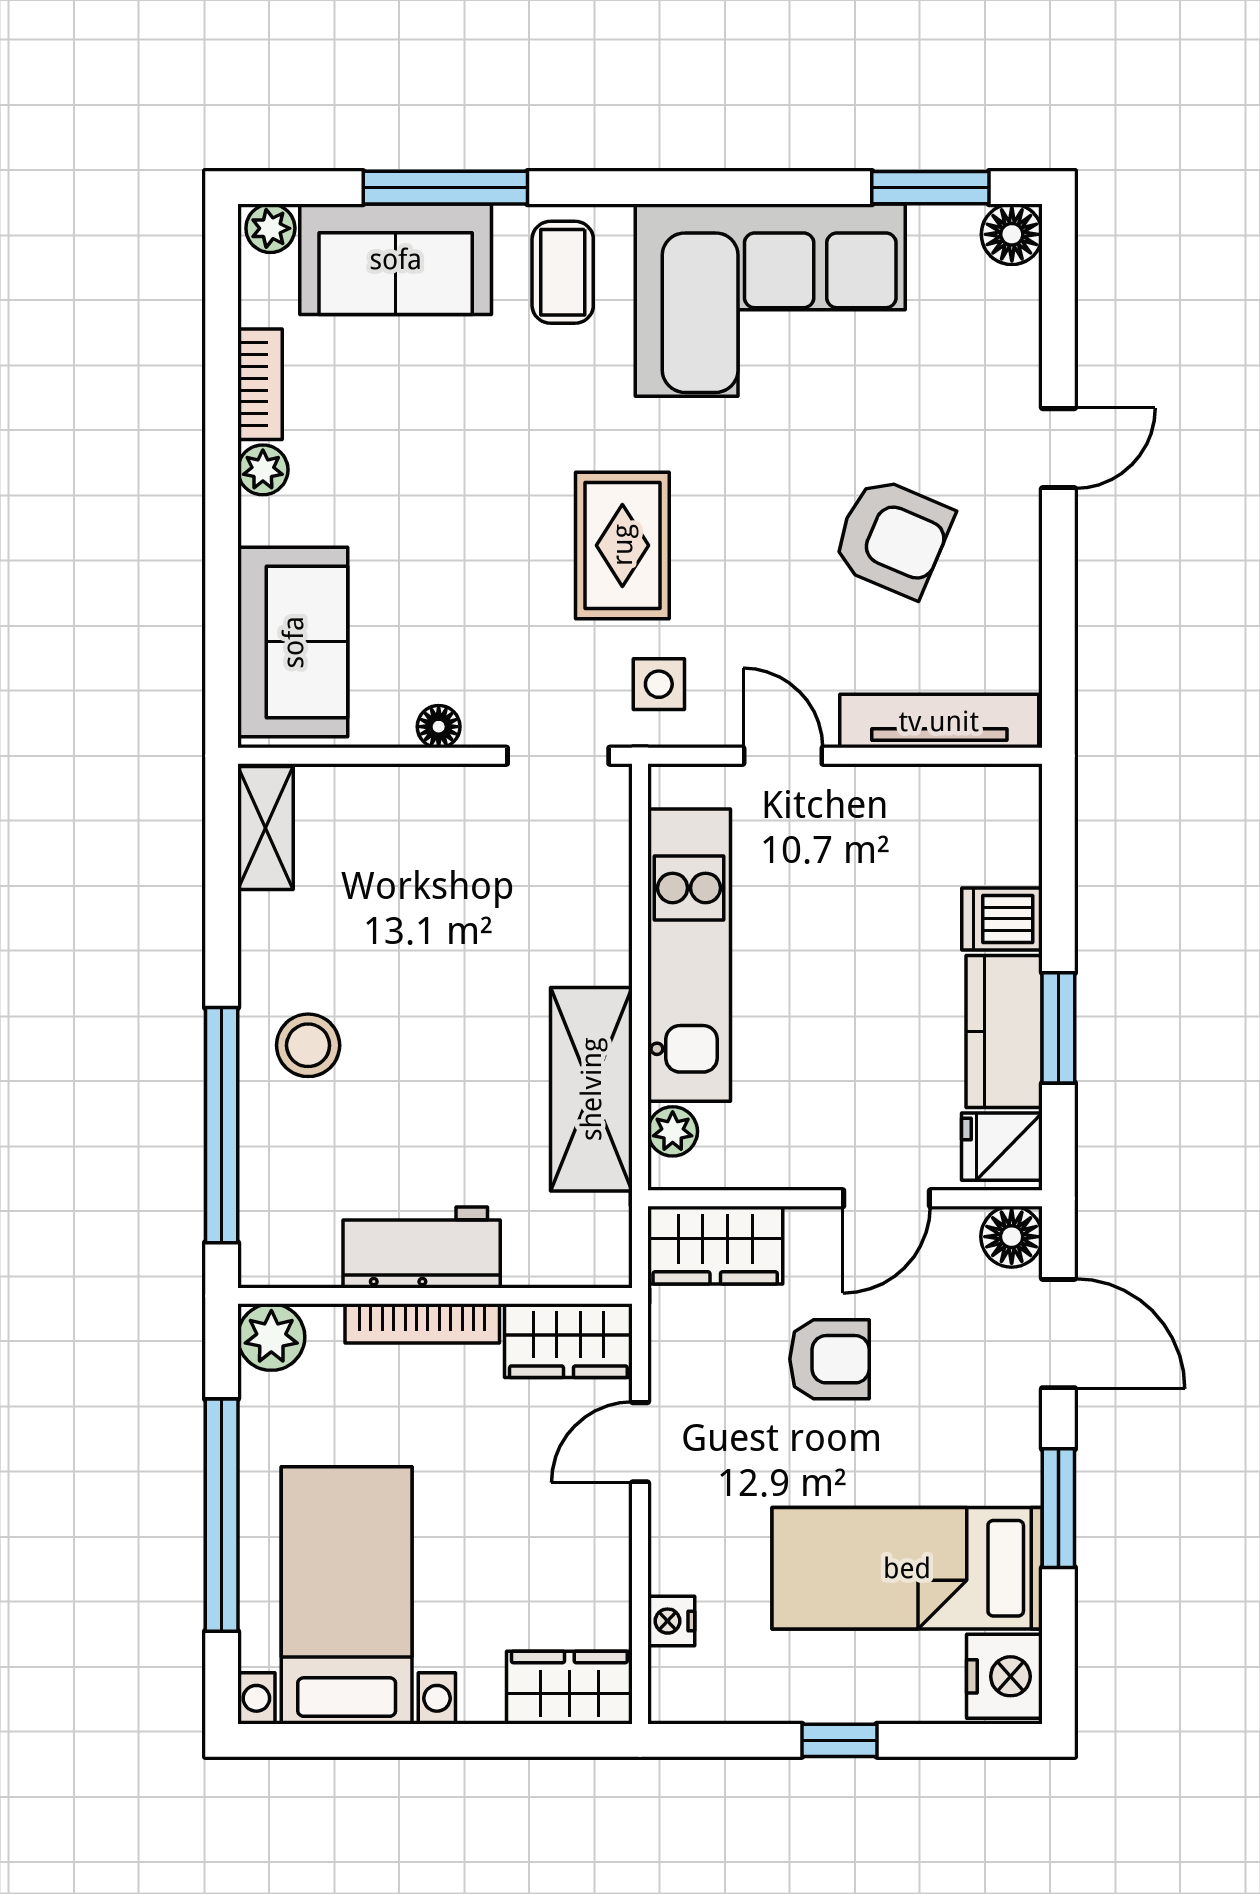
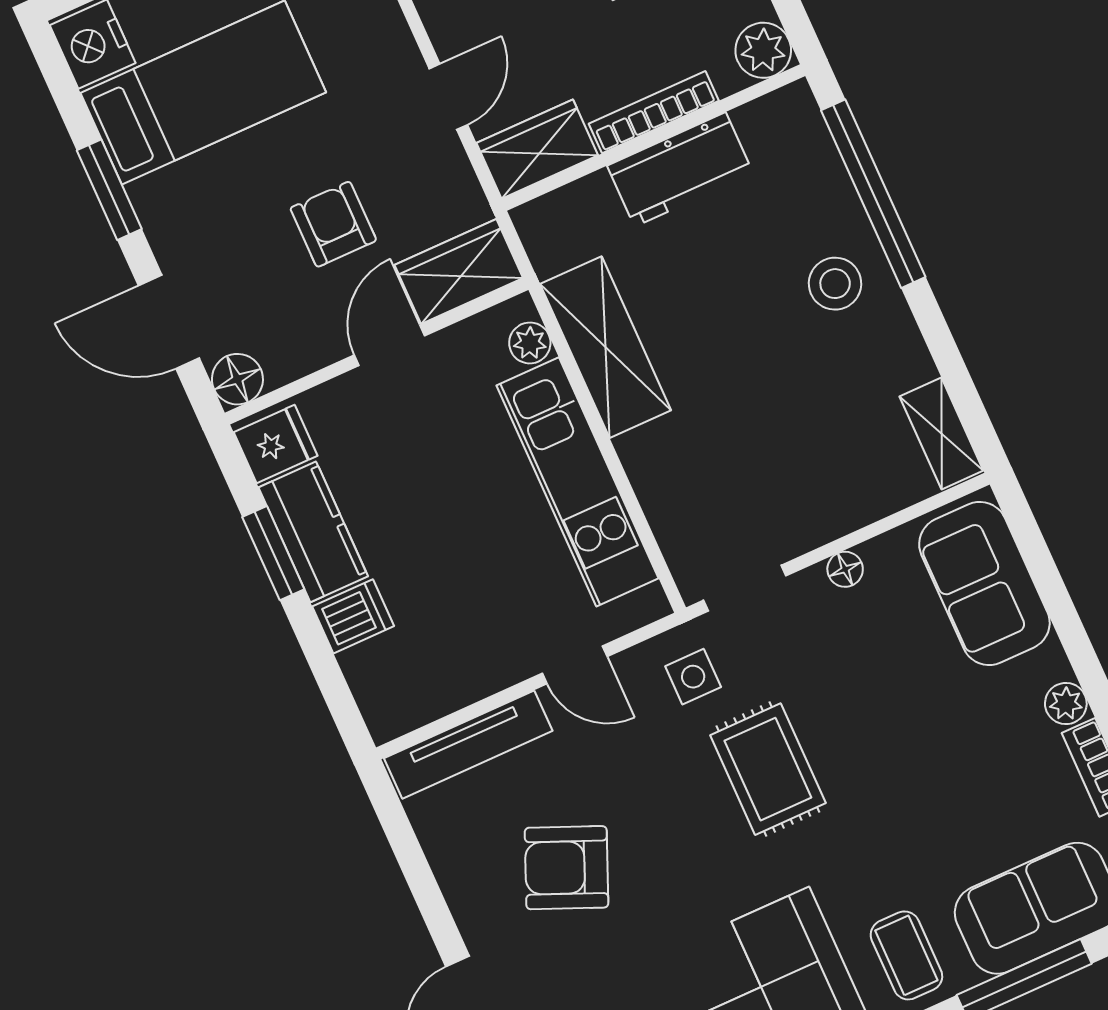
door: (887, 1198) -> (390, 345), moved
armchair: (830, 1359) -> (333, 224), turned 90

